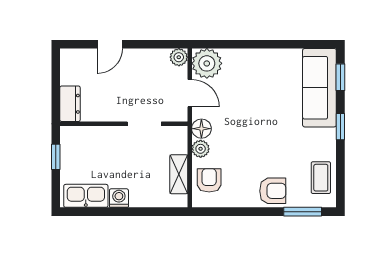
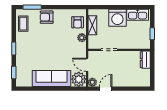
door: (110, 44) -> (106, 89), moved
sofa: (319, 88) -> (51, 78), moved, turned -90
floor lamp: (201, 129) -> (81, 47), removed
washing machine: (119, 198) -> (117, 18), width x1.89, depth x1.89

